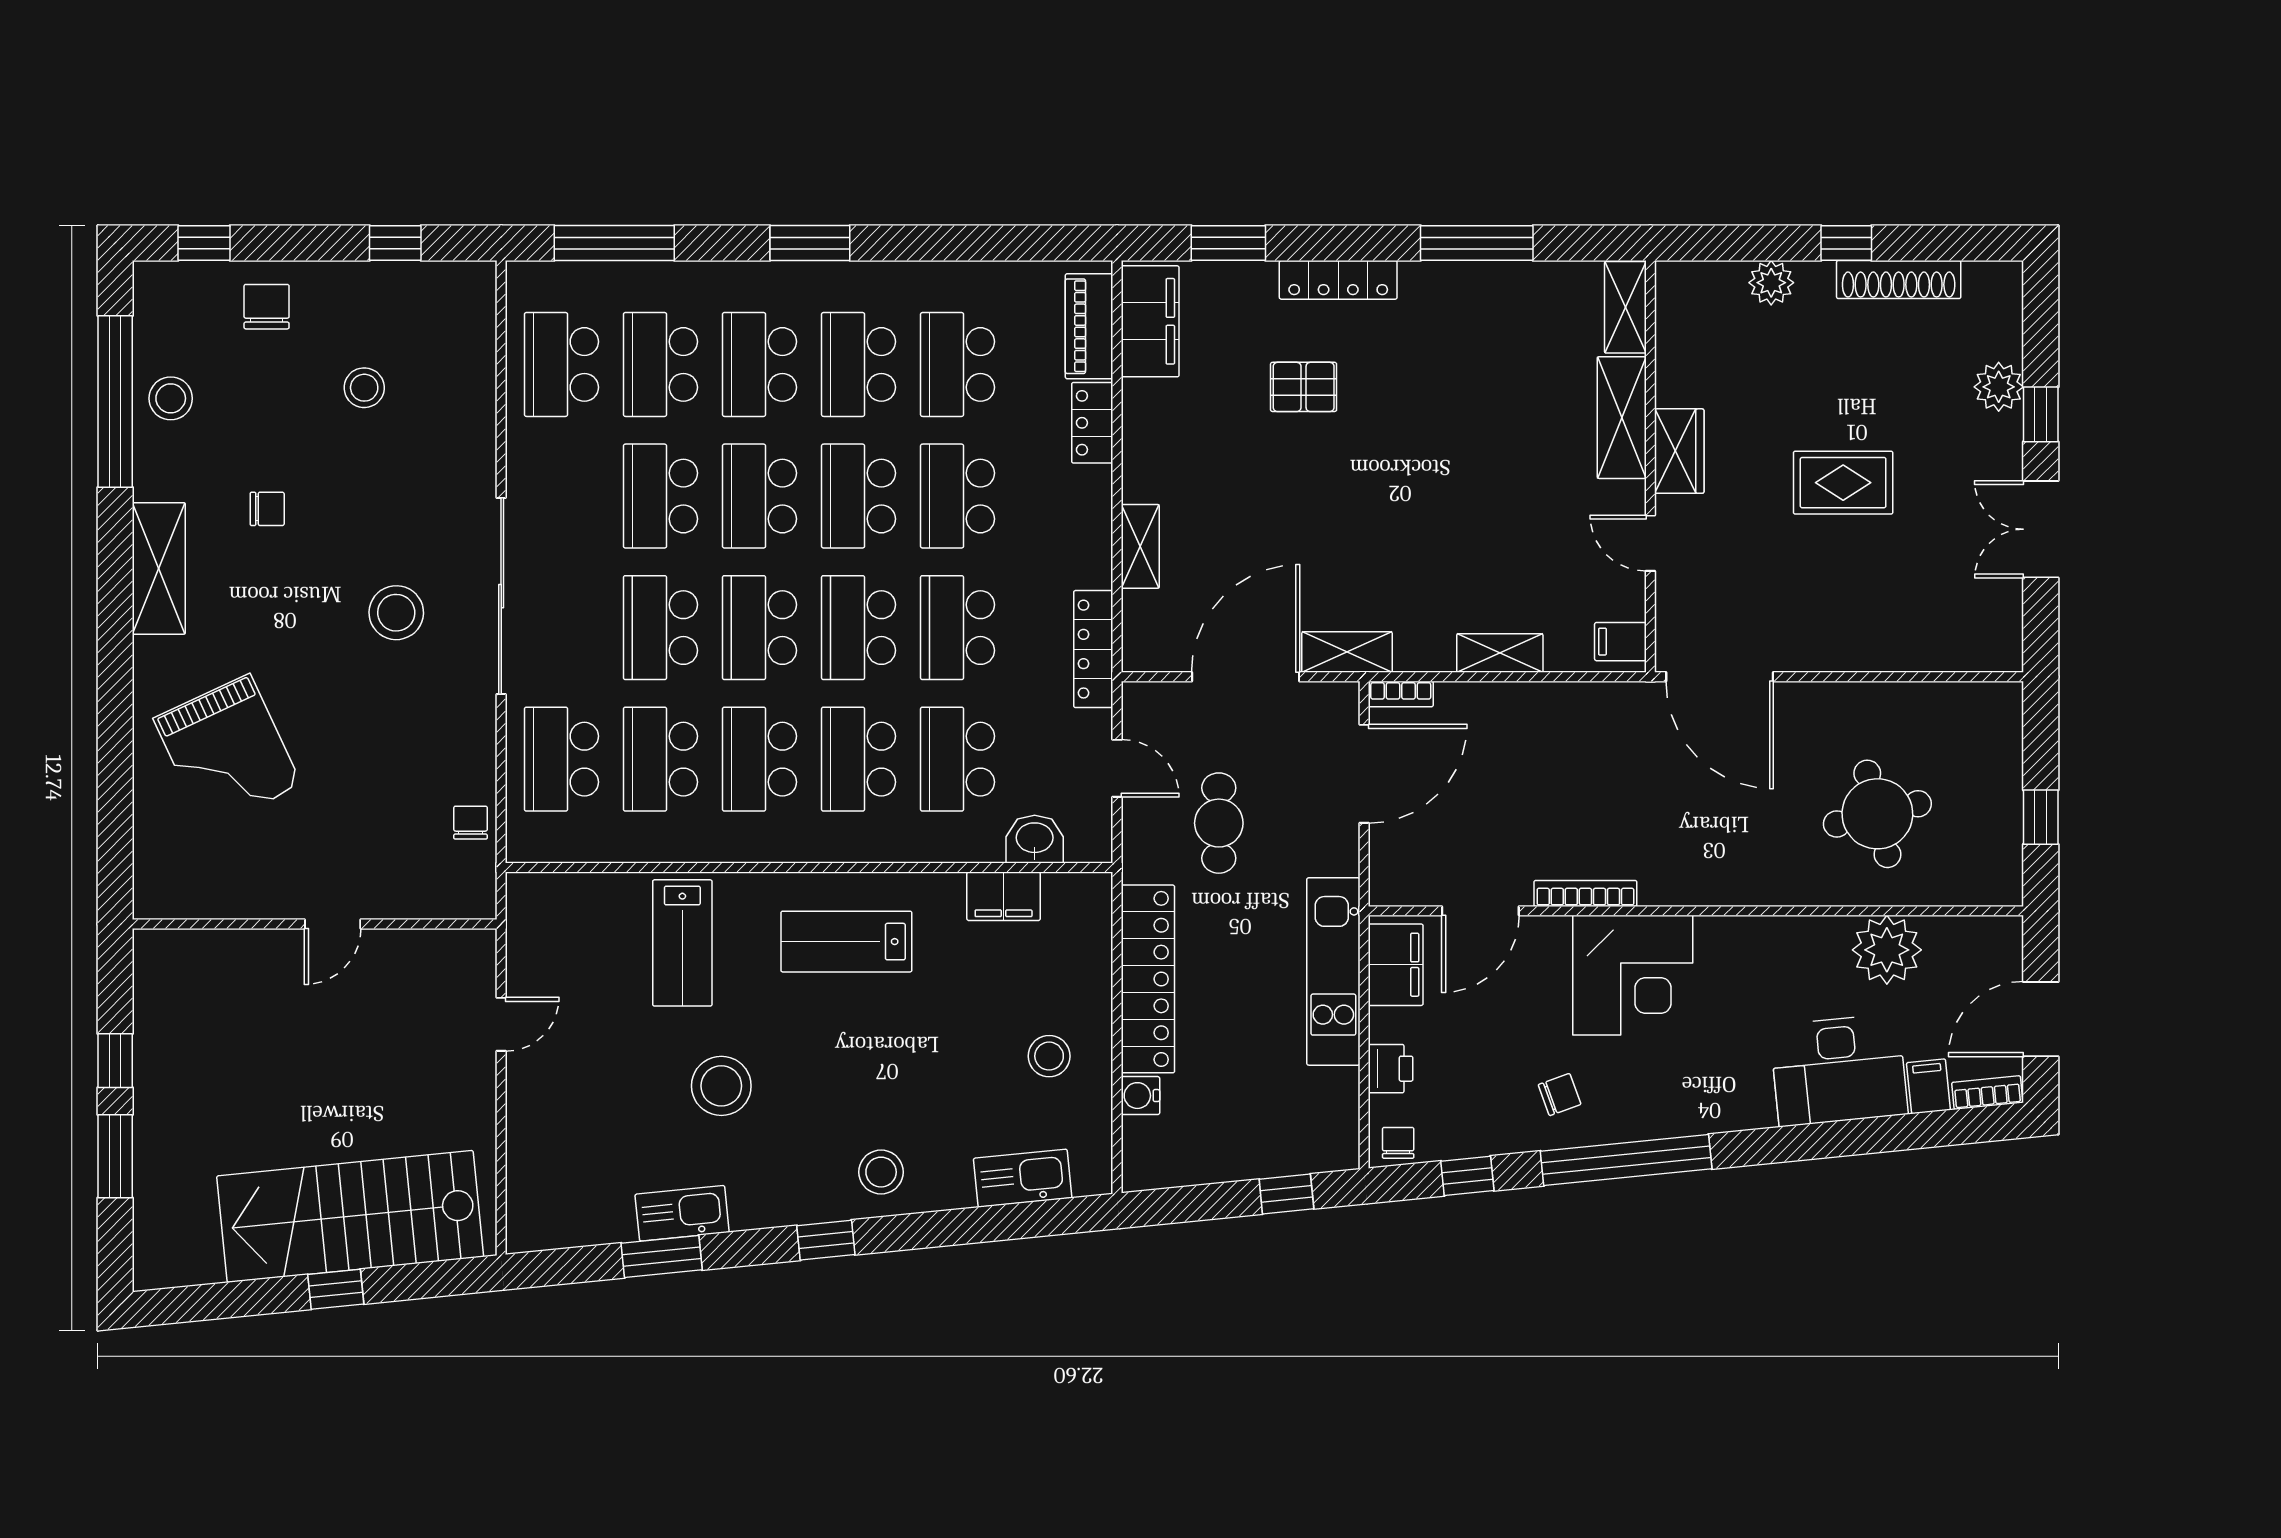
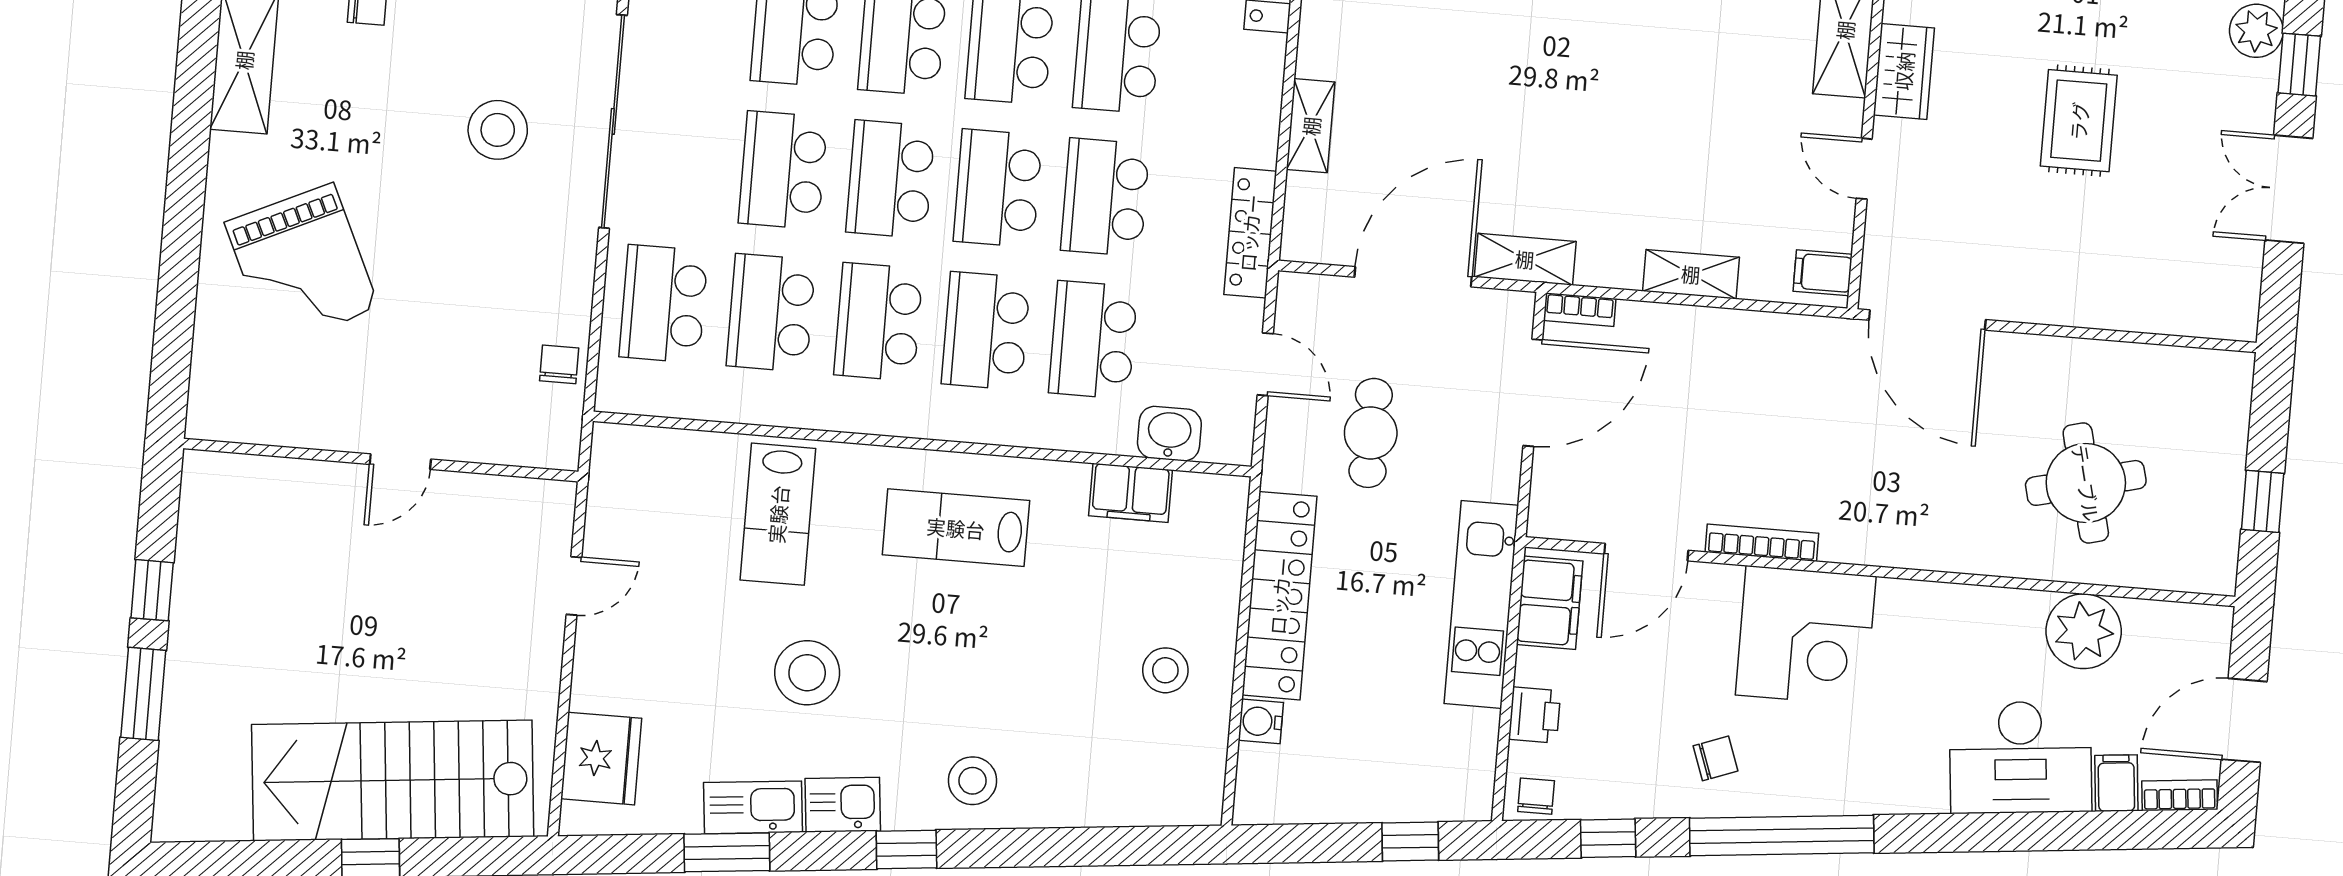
rug: (1843, 483) -> (2079, 121), turned 90
kitchen sink: (1023, 1178) -> (843, 805), moved, width x0.73
fridge: (539, 1180) -> (601, 759), added

